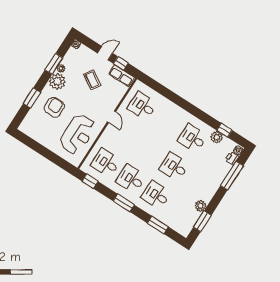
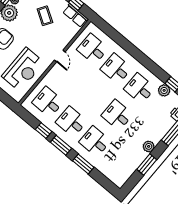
desk: (167, 122) -> (116, 69), added
window: (90, 181) -> (44, 131), moved
plant: (201, 206) -> (149, 146), moved
window: (202, 221) -> (147, 164), moved
window: (158, 225) -> (83, 164), moved

